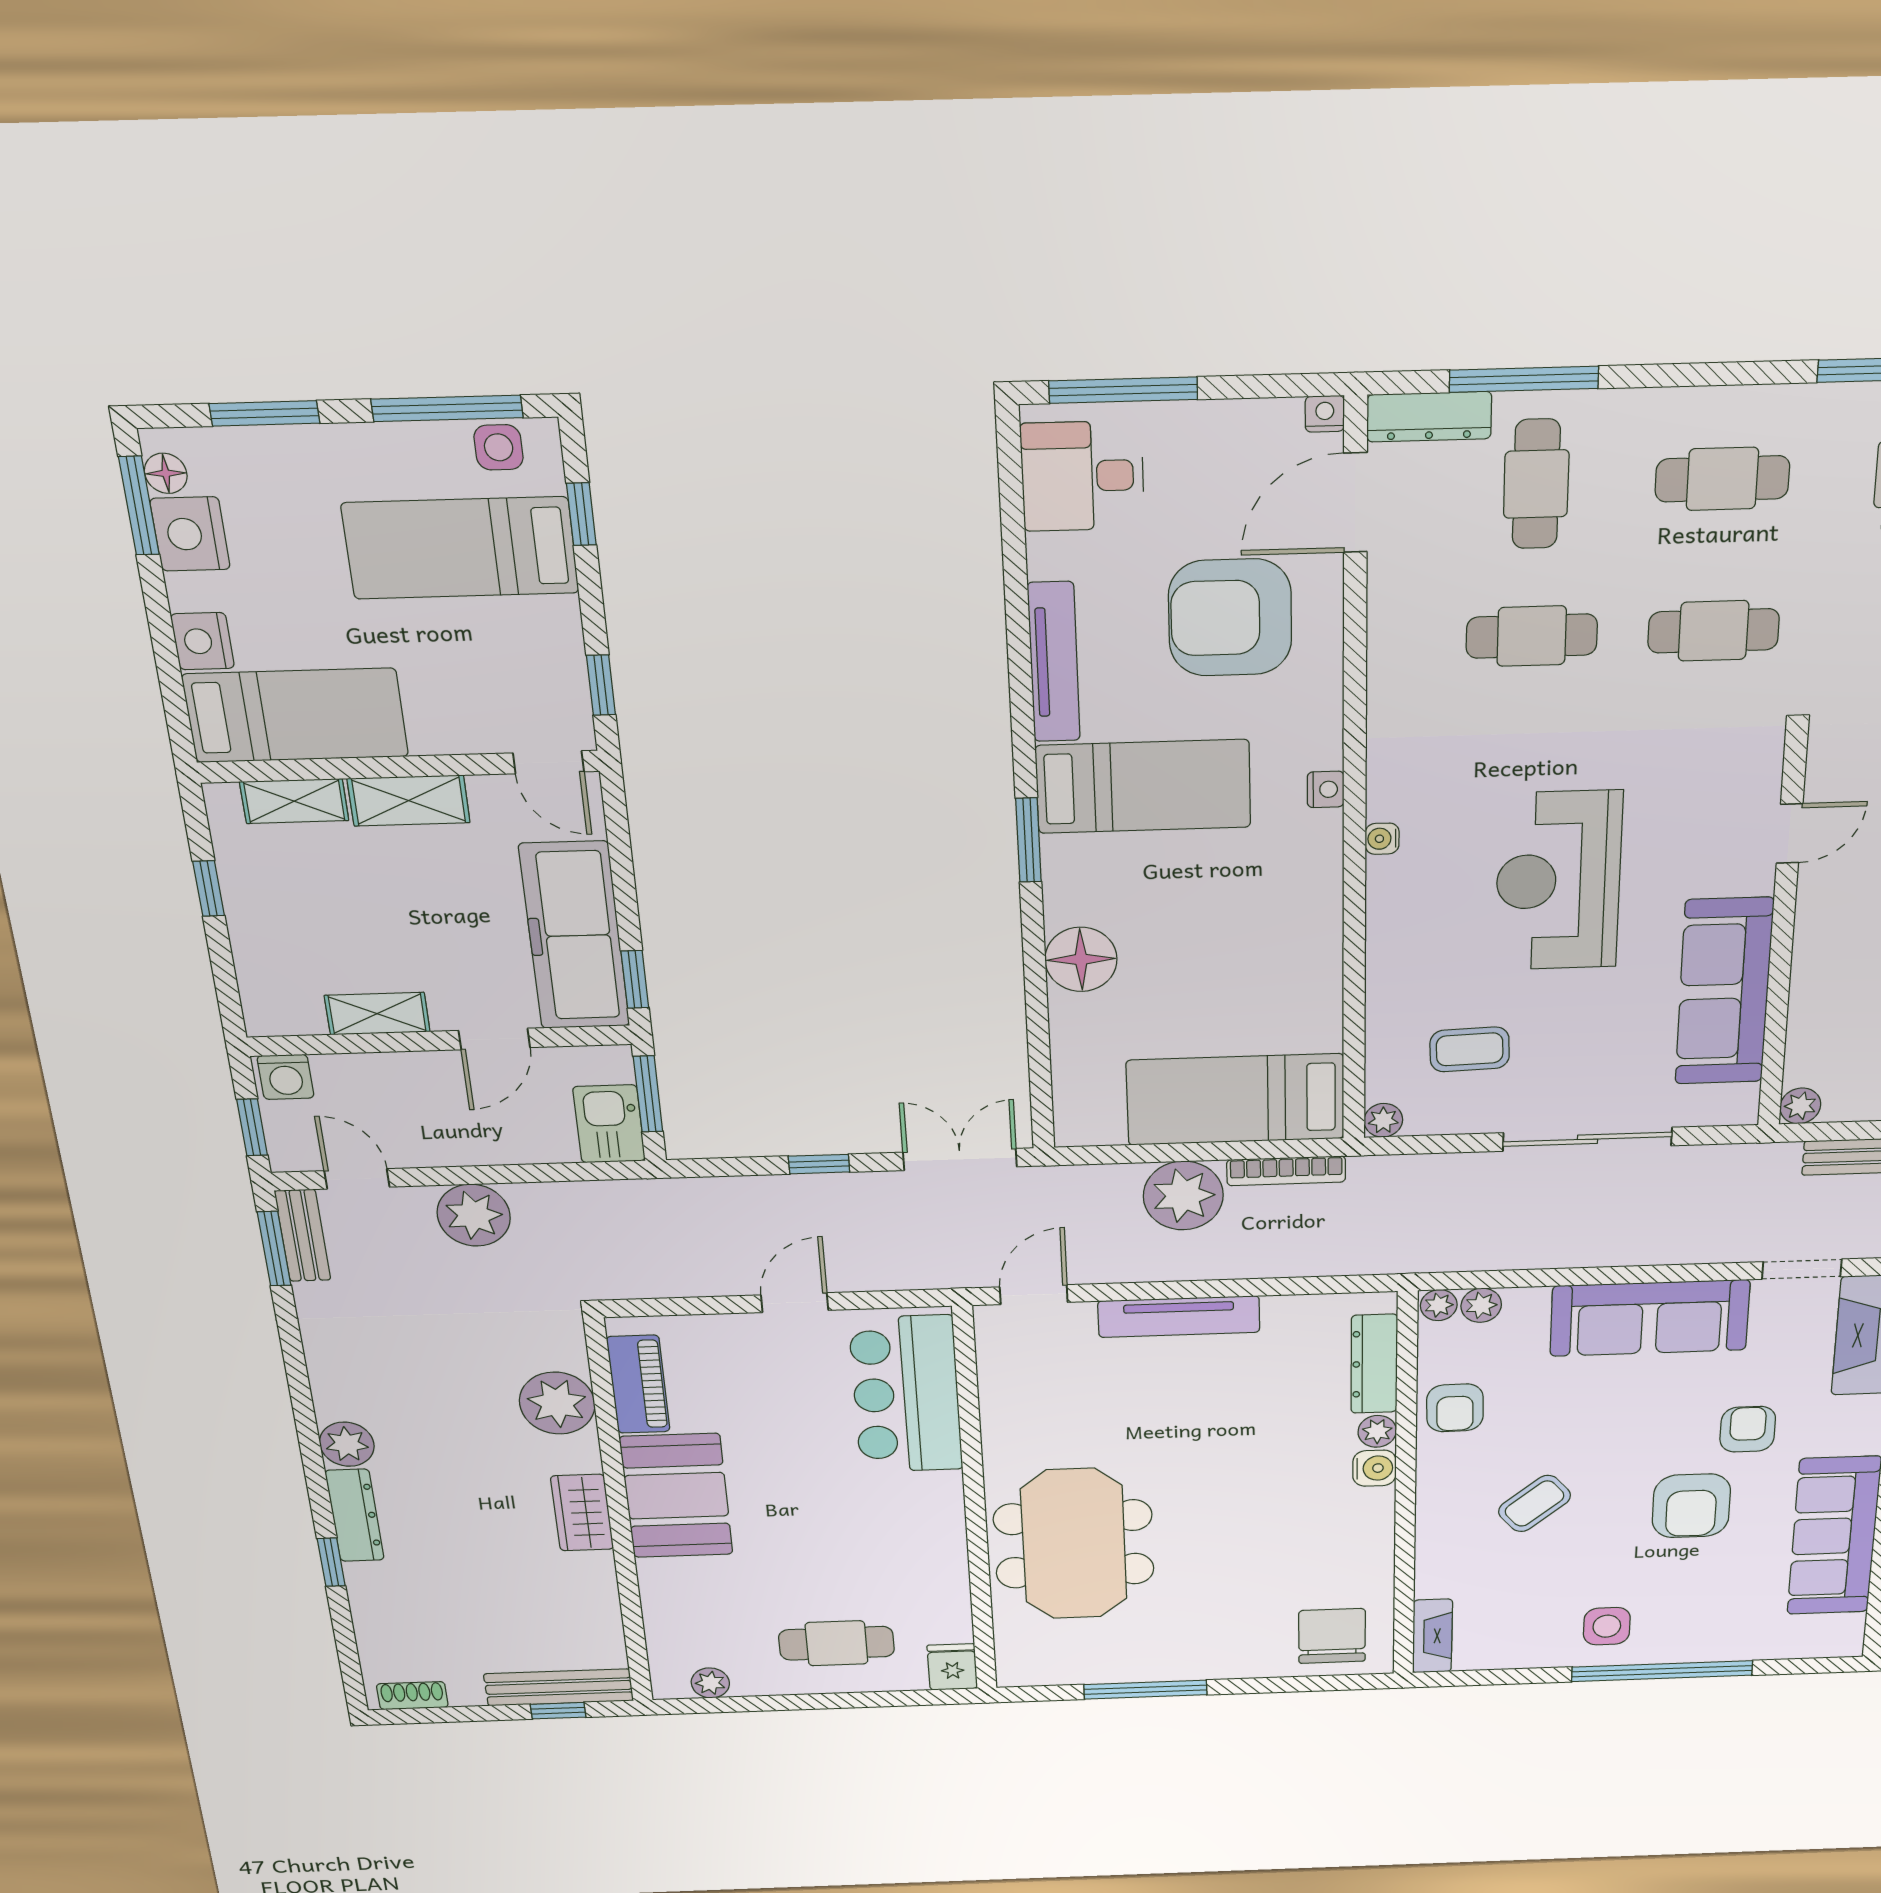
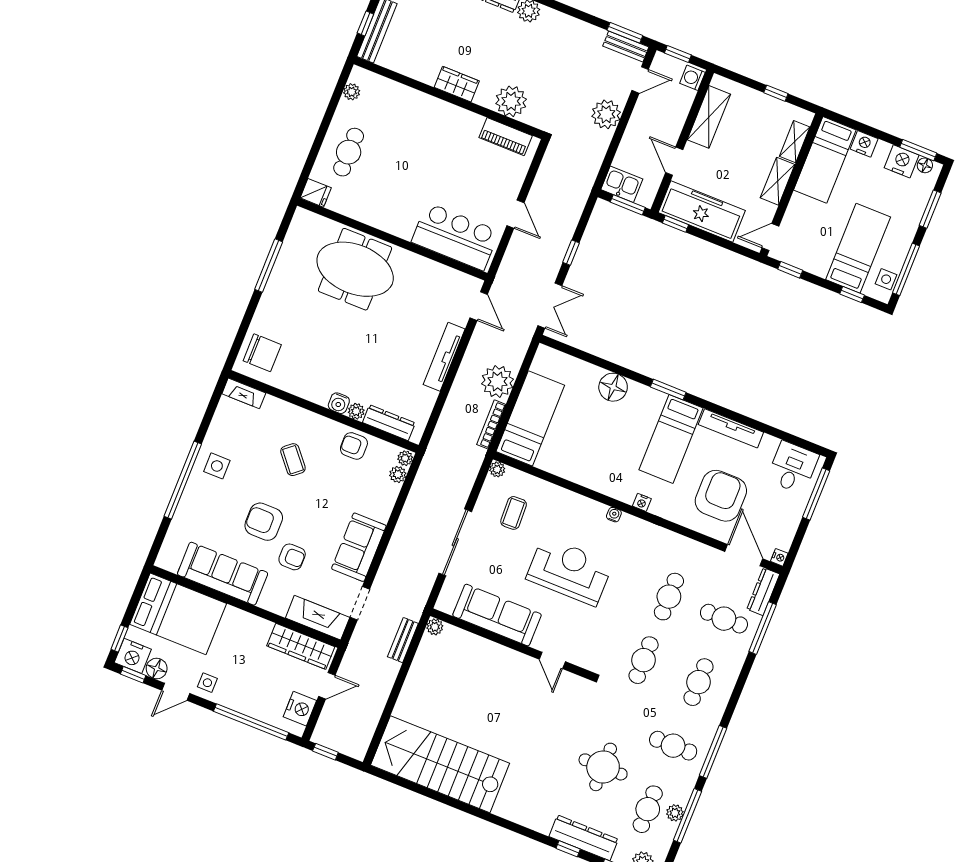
shelving: (377, 1014) -> (709, 117), width x1.50, depth x1.33
sofa: (1650, 1318) -> (359, 547), width x0.73
booth: (676, 1496) -> (448, 125), removed

